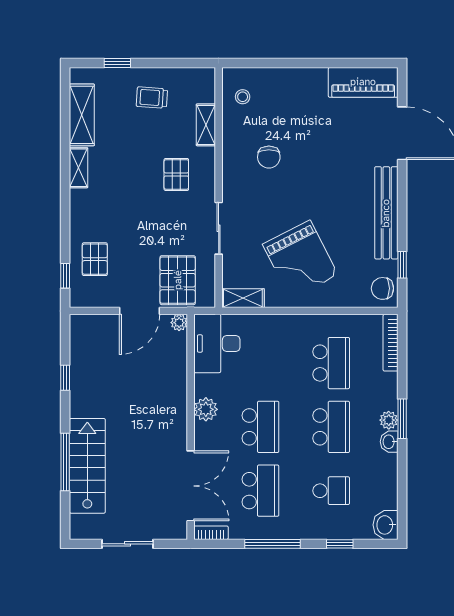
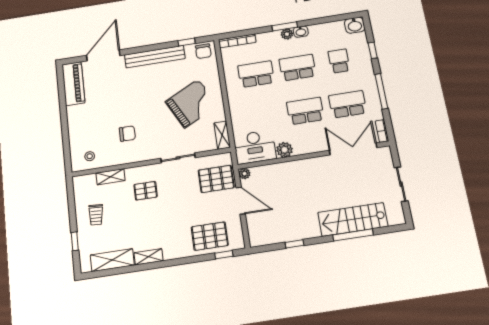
pallet: (95, 259) -> (210, 236), width x1.50, depth x1.42
plant: (206, 409) -> (284, 150), moved

